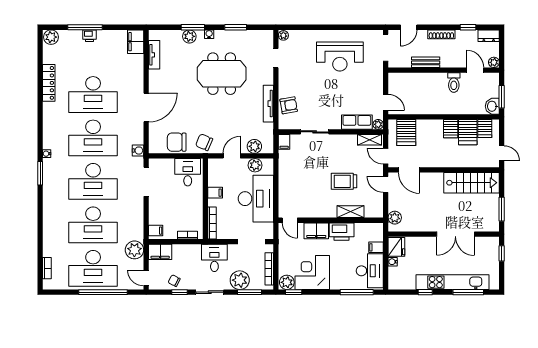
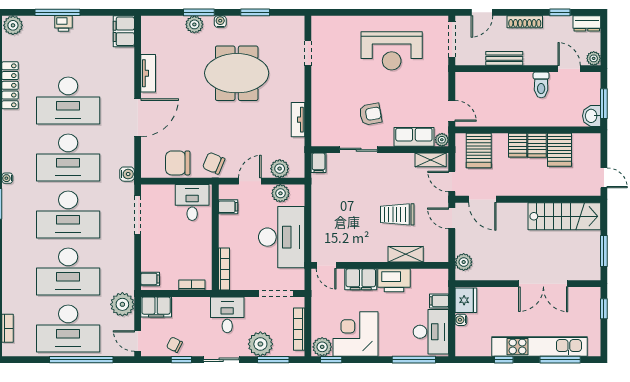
plant: (283, 35) -> (318, 23), removed
tv unit: (154, 55) -> (148, 73), moved
tv unit: (268, 104) -> (298, 120), width x0.71
armchair: (289, 105) -> (371, 114), moved
server rack: (485, 128) -> (518, 145), moved
filing cabinet: (215, 193) -> (228, 207), moved

